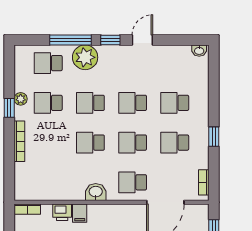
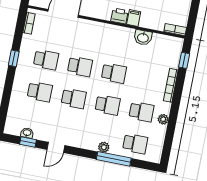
window: (110, 40) -> (28, 142), moved
washbasin: (199, 51) -> (27, 133), moved
plant: (85, 57) -> (104, 147), width x0.53, depth x0.53
window: (9, 108) -> (184, 60), moved
school desk: (133, 182) -> (86, 34), removed
washbasin: (96, 192) -> (143, 37), moved
printer: (62, 212) -> (119, 16), moved

